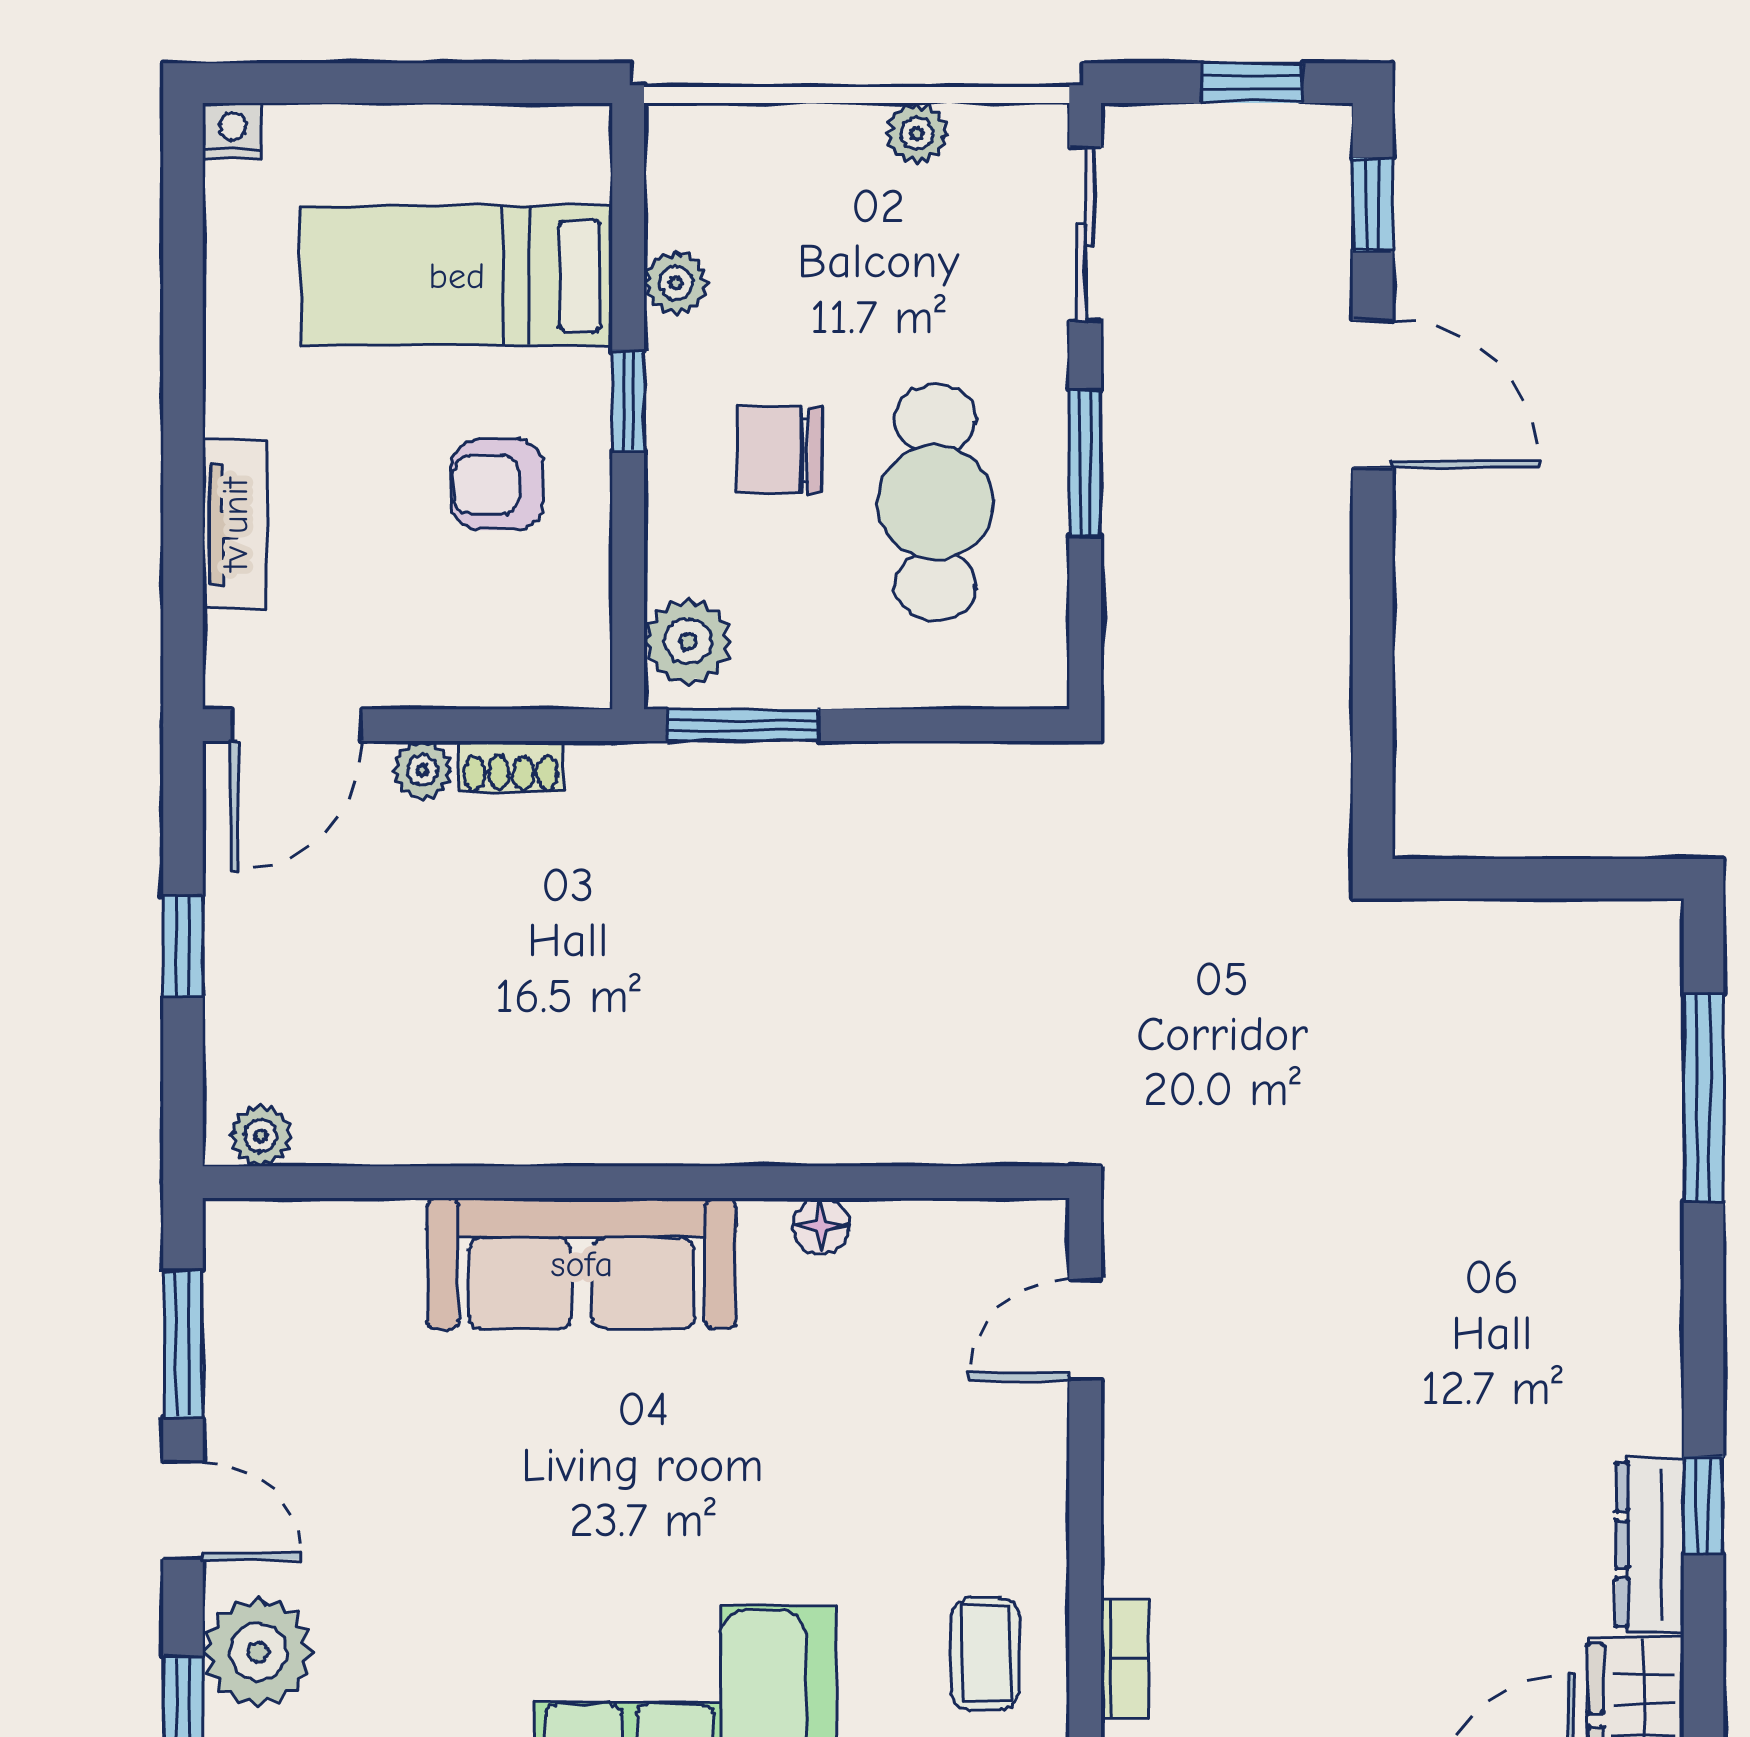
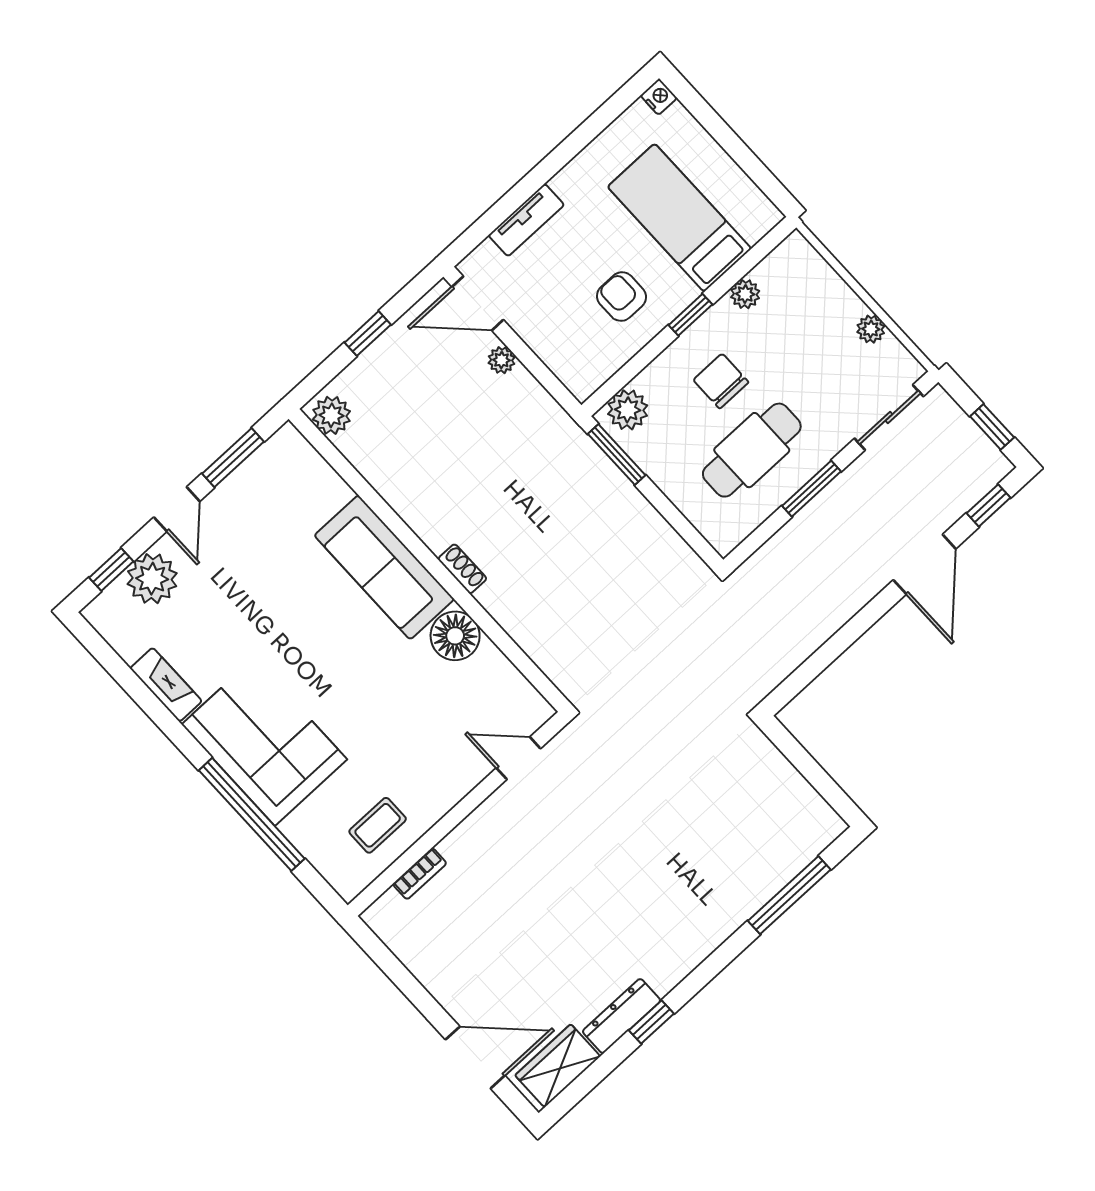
shoe rack: (511, 766) -> (462, 569), moved, turned 180
plant: (261, 1136) -> (331, 415), width x1.38, depth x1.38
floor lamp: (821, 1226) -> (455, 636), width x1.89, depth x1.89

